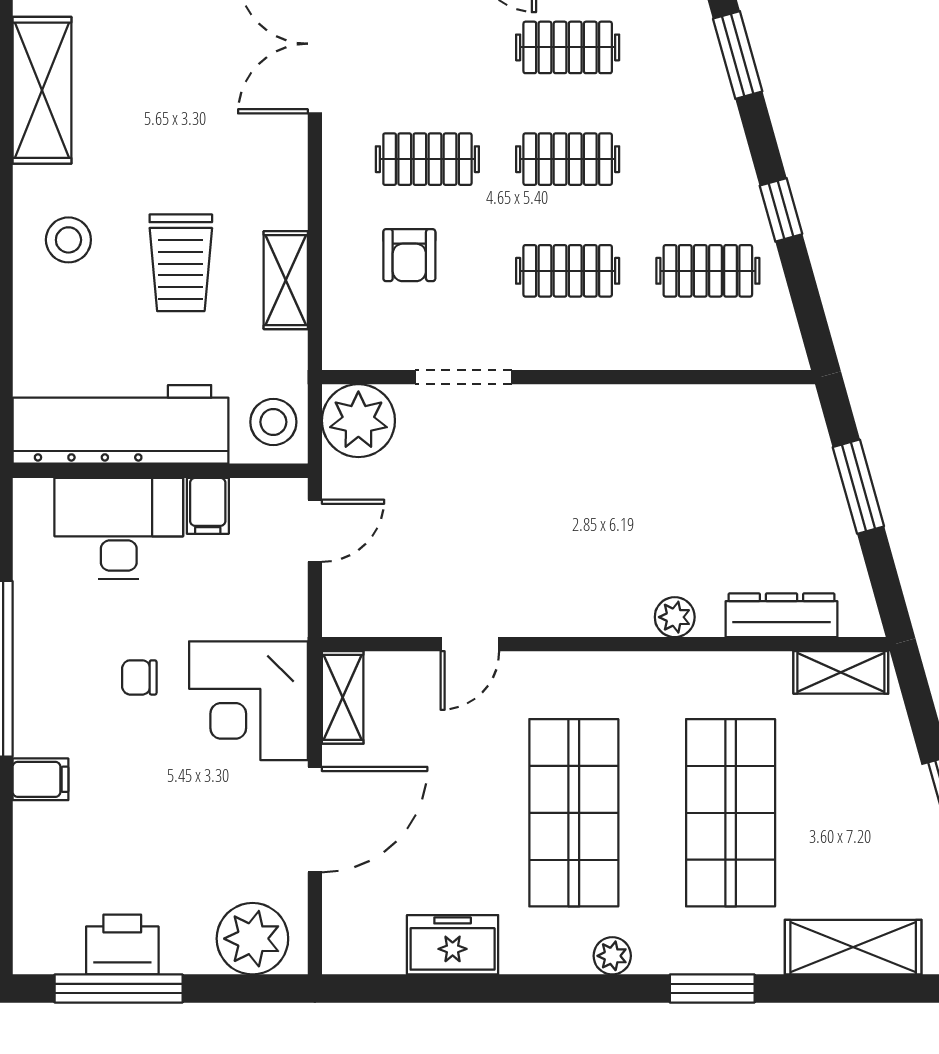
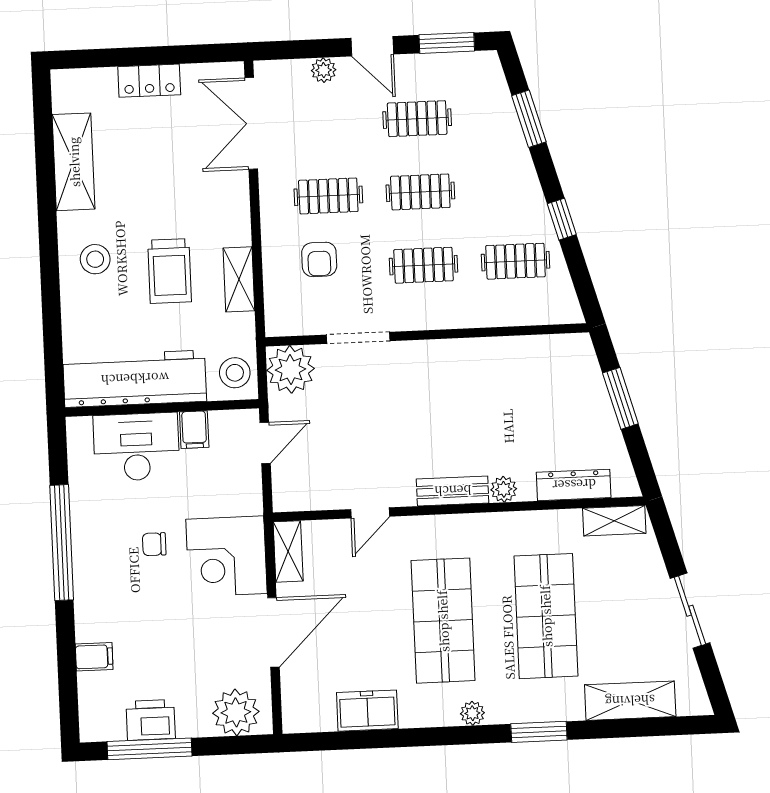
bench: (597, 616) -> (453, 491), added
filing cabinet: (40, 779) -> (94, 657), moved

